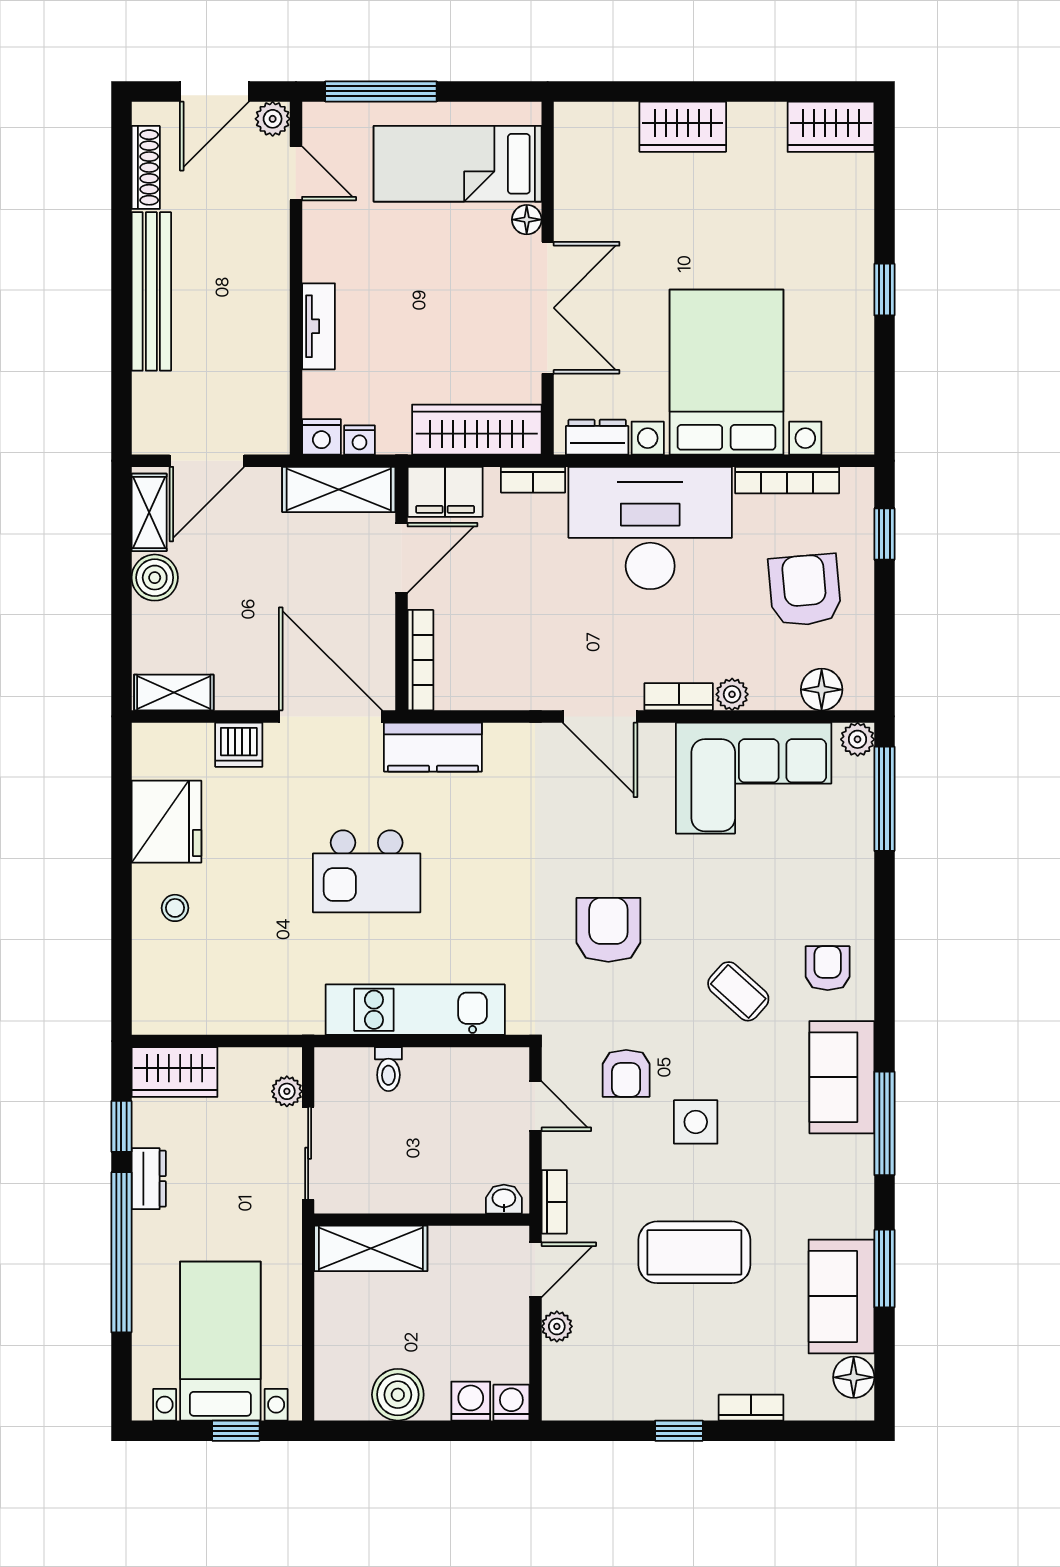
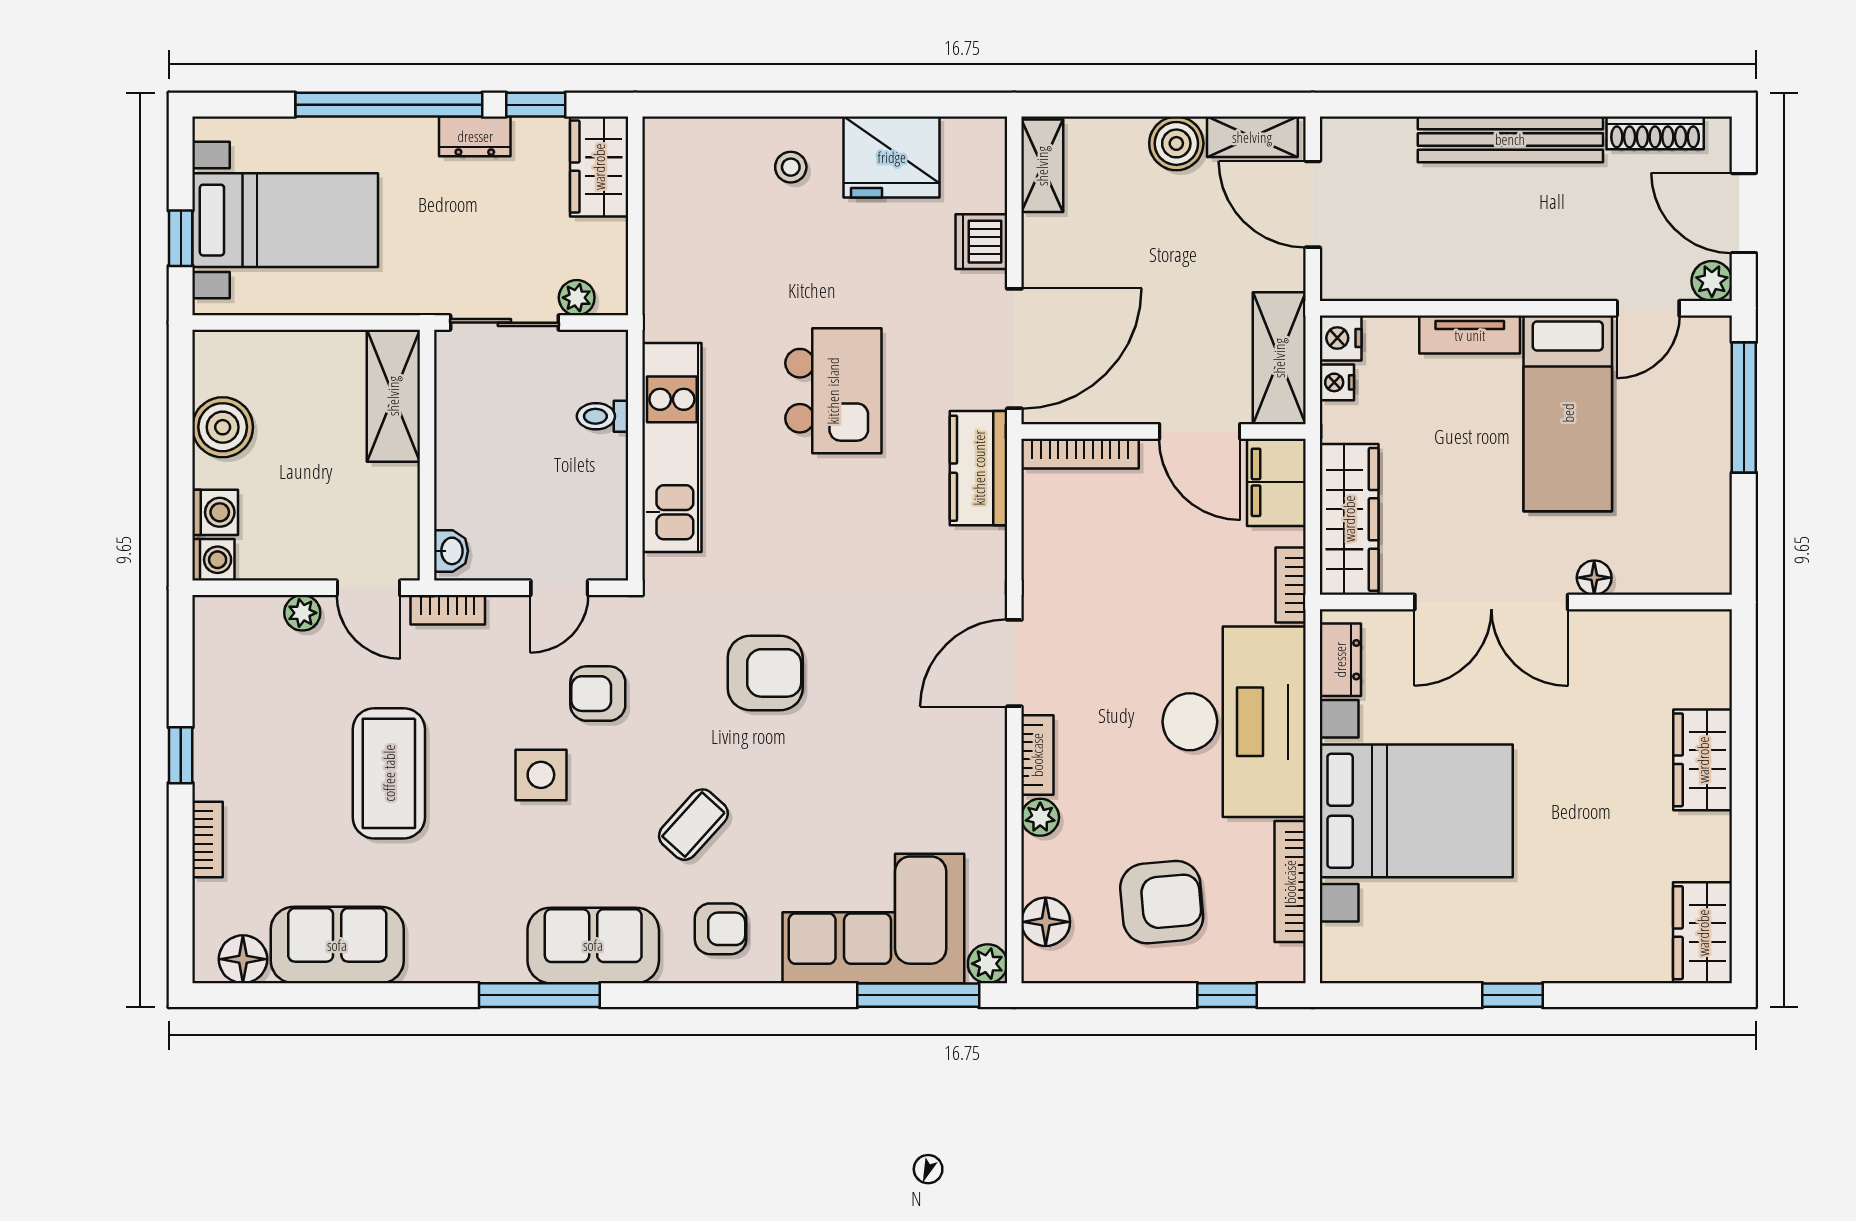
bed: (458, 164) -> (1568, 413), moved, turned 180
corner sofa: (754, 778) -> (873, 919), moved, turned 90
kitchen island: (367, 871) -> (833, 391), turned 180
window: (884, 1269) -> (370, 995), removed

